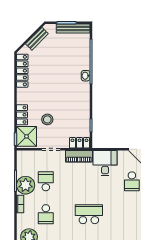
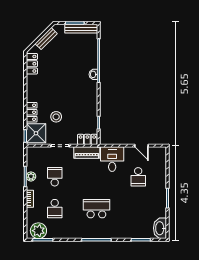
locker: (22, 71) -> (32, 64), width x0.66
plant: (26, 185) -> (31, 176), width x0.53, depth x0.53

